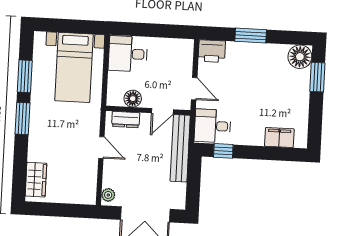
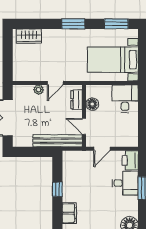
window: (25, 76) -> (116, 24), moved
desk: (213, 126) -> (125, 183), moved, turned 90
window: (223, 151) -> (57, 189), moved
plant: (108, 195) -> (39, 90), moved

